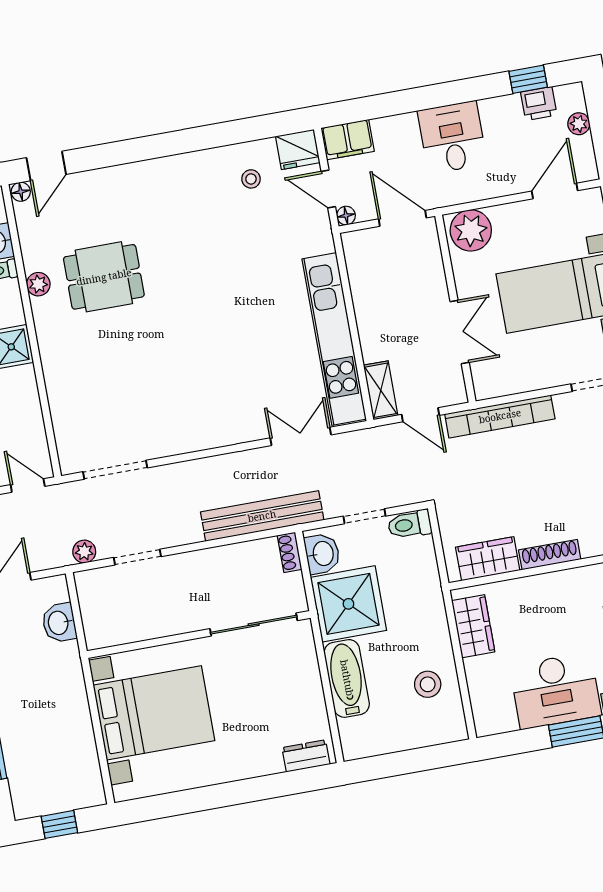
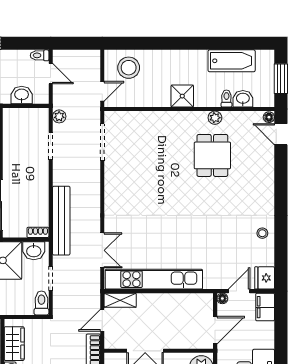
stool: (251, 179) -> (262, 233), moved

